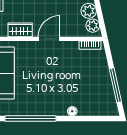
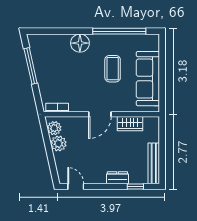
coffee table: (37, 83) -> (113, 69), added
floor lamp: (72, 111) -> (80, 43), width x1.89, depth x1.89

